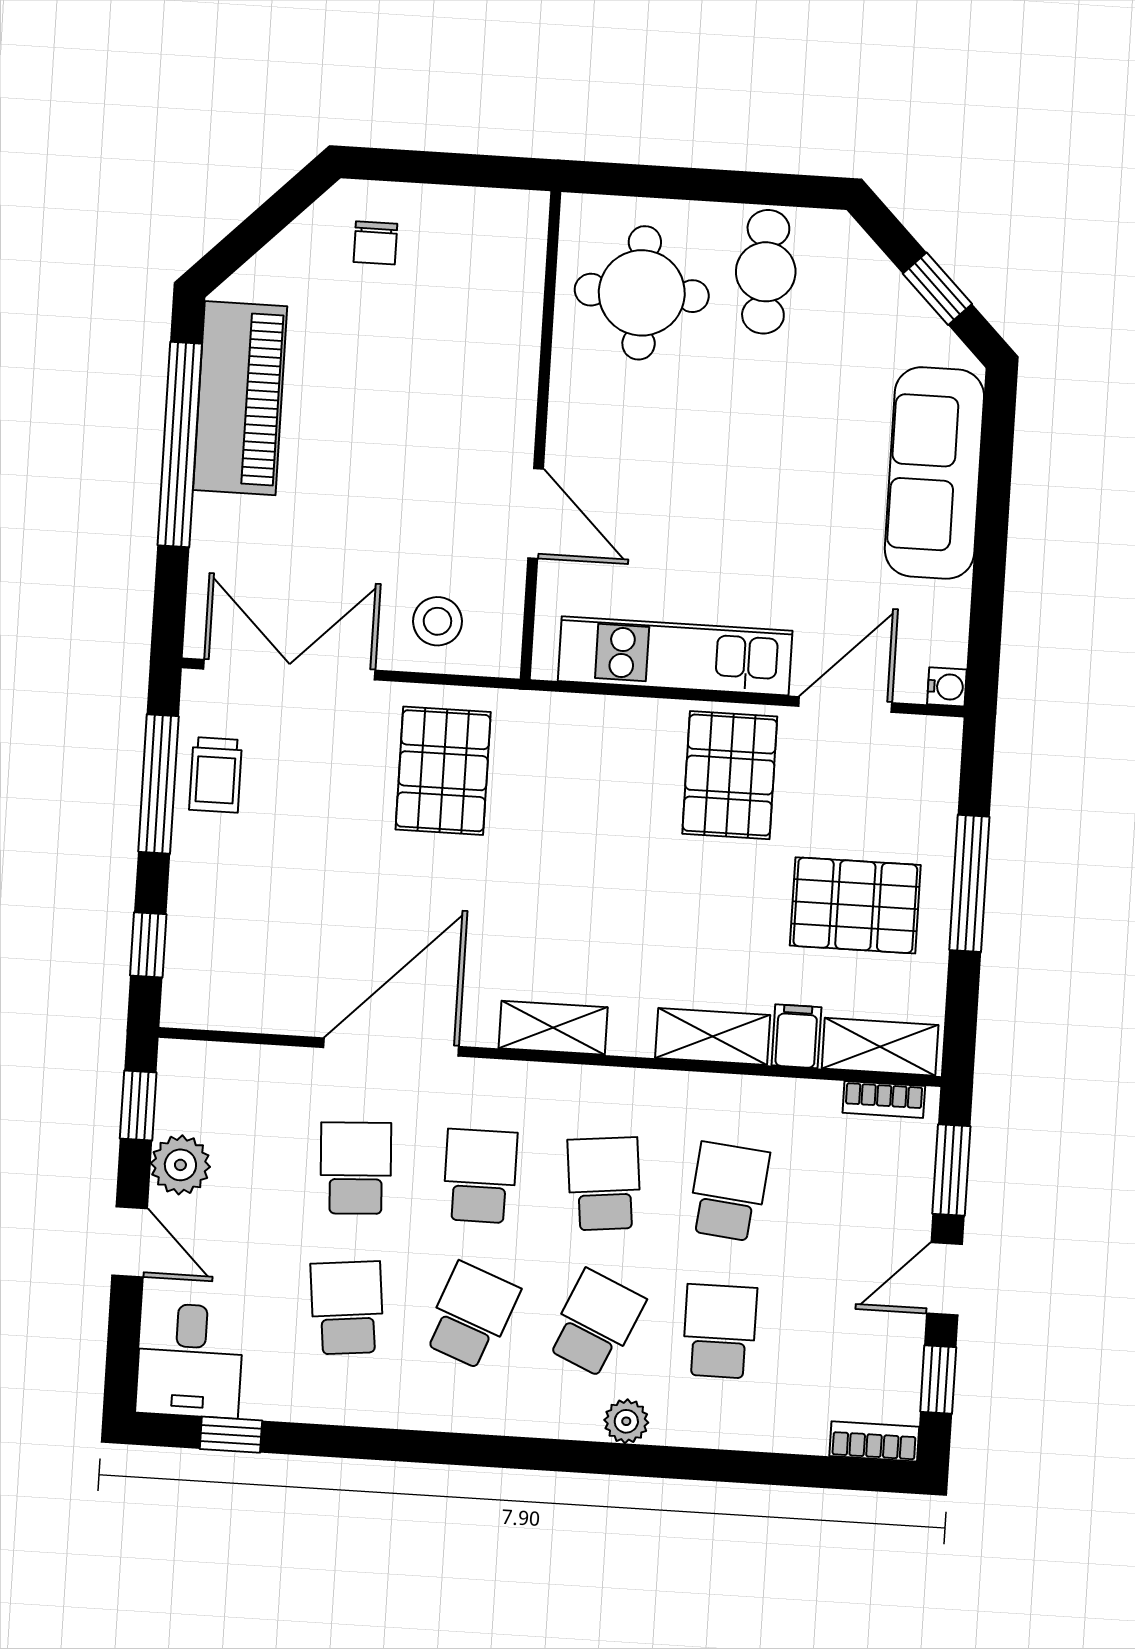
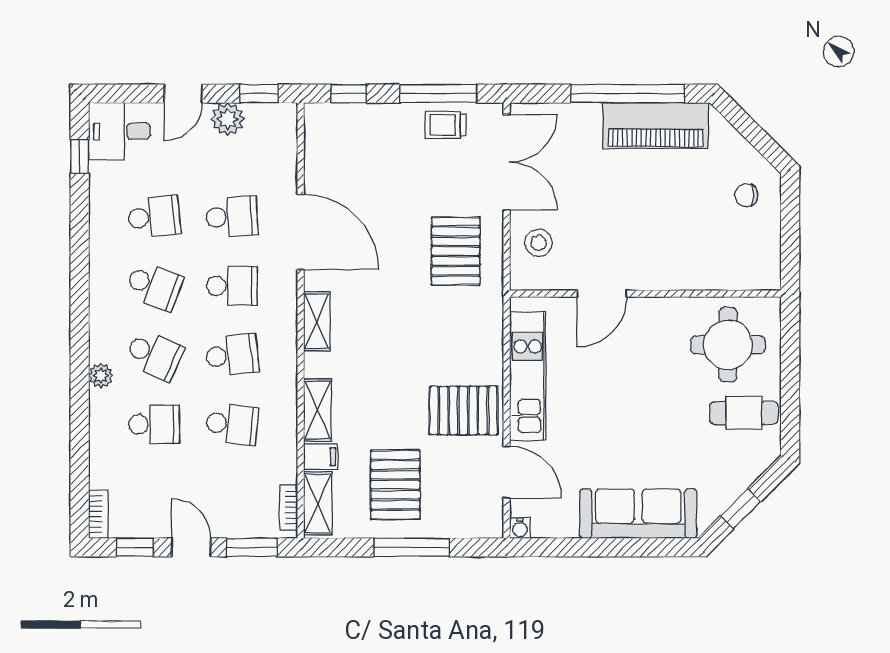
pallet: (443, 771) -> (456, 251), turned 90

